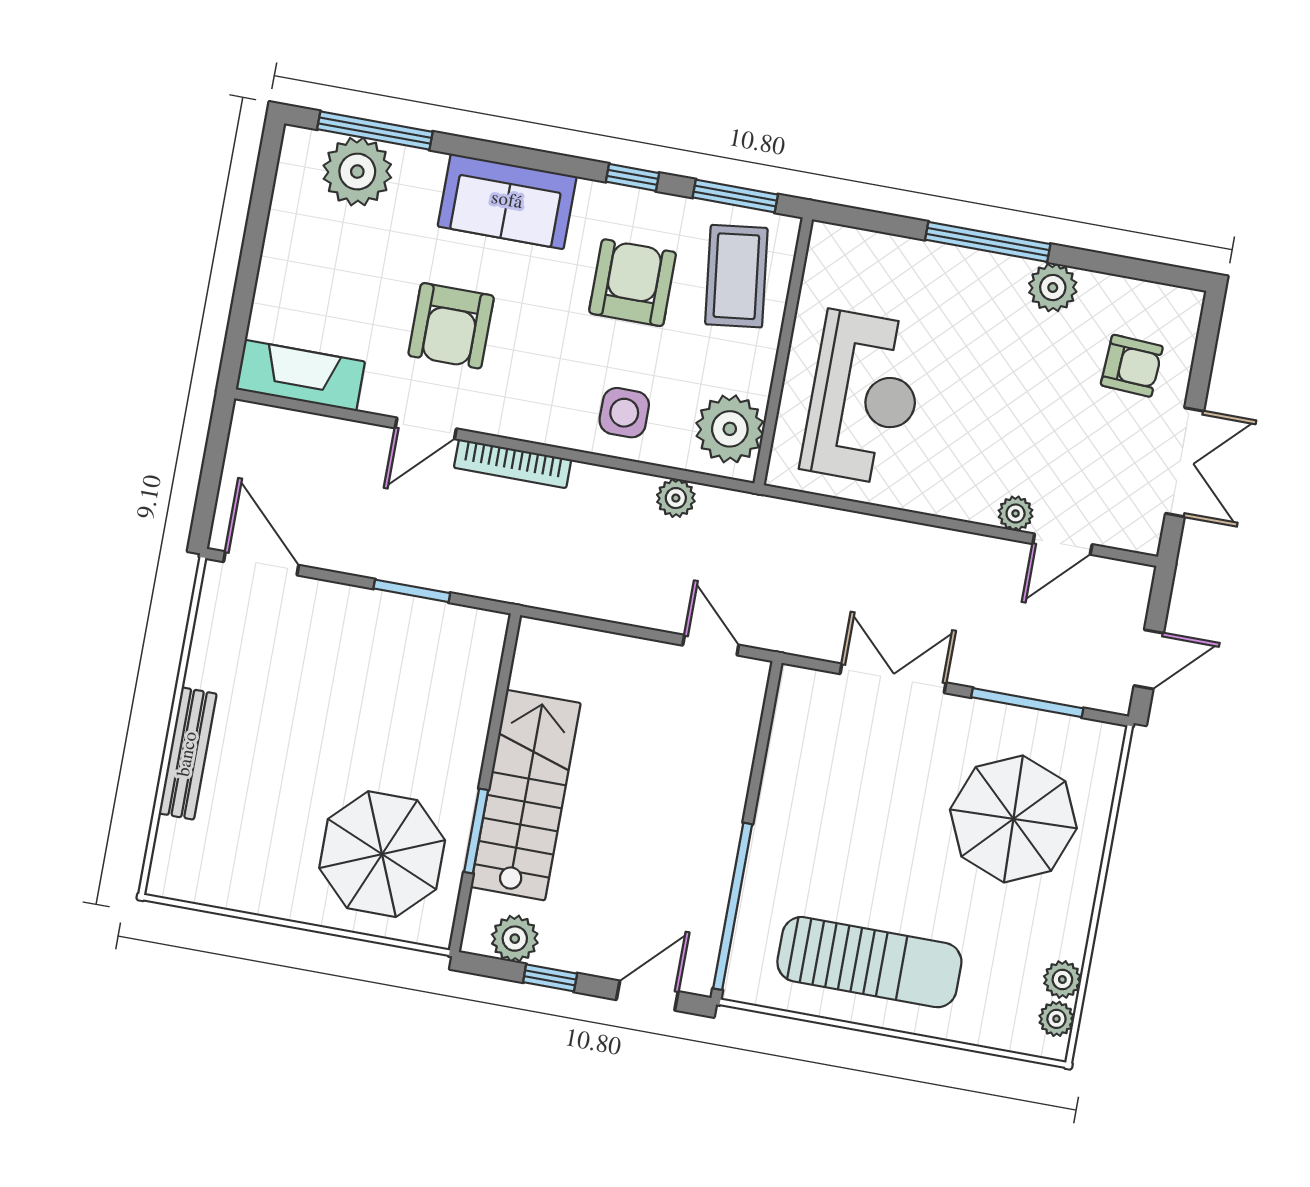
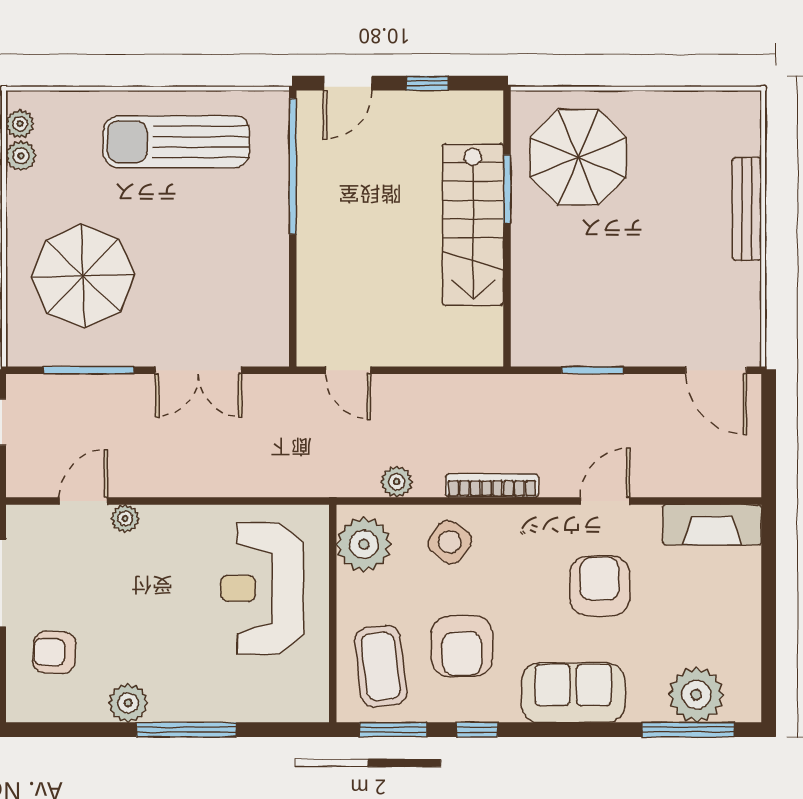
side table: (624, 413) -> (450, 542), turned 37
bookcase: (513, 464) -> (492, 485), moved
plant: (515, 939) -> (461, 109), removed

